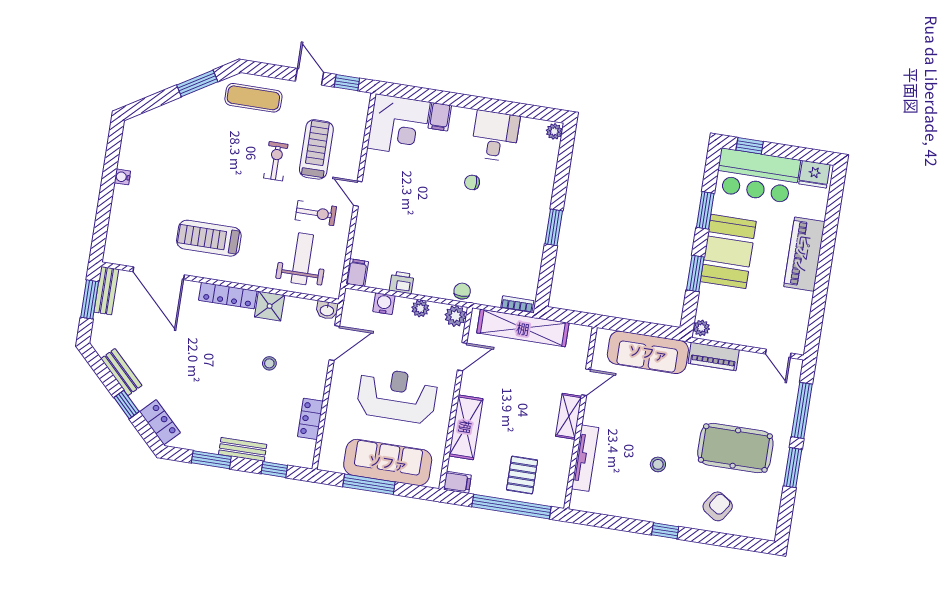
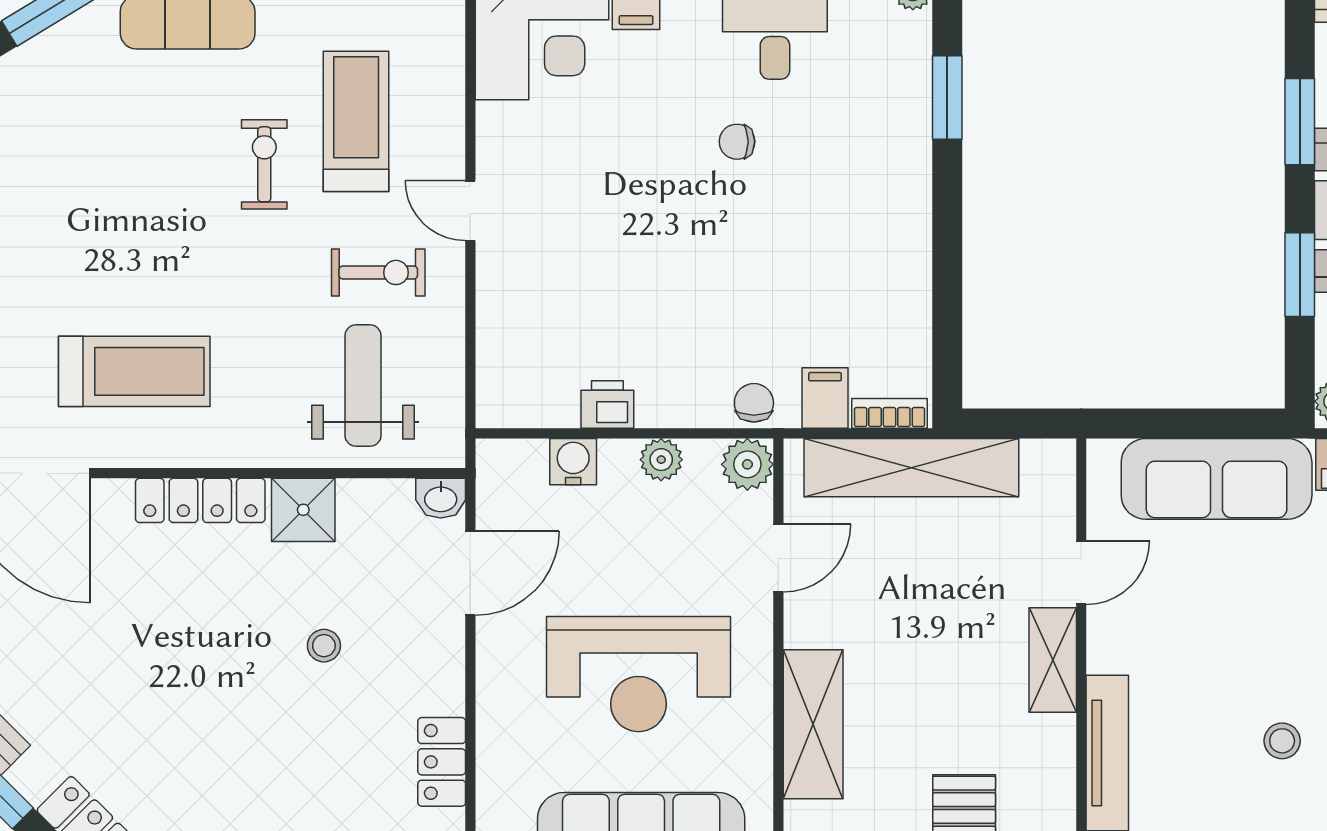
window: (554, 227) -> (947, 98), moved
treadmill: (209, 238) -> (134, 371), turned 180
filing cabinet: (357, 273) -> (825, 398), moved
reception desk: (397, 395) -> (639, 674), turned 180

